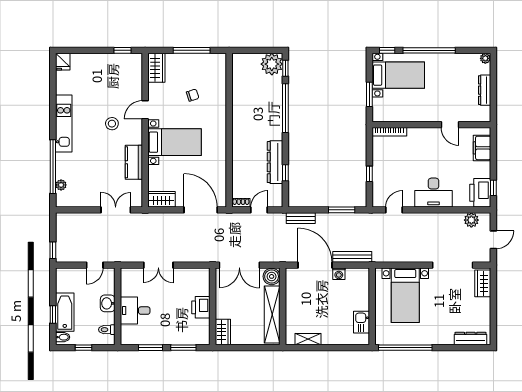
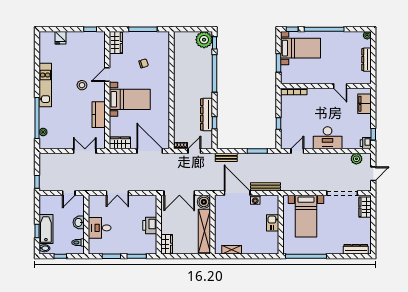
fridge: (63, 62) -> (61, 38), moved
printer: (480, 193) -> (366, 143), width x0.53, depth x0.68
kitchen sink: (362, 322) -> (273, 223), moved

